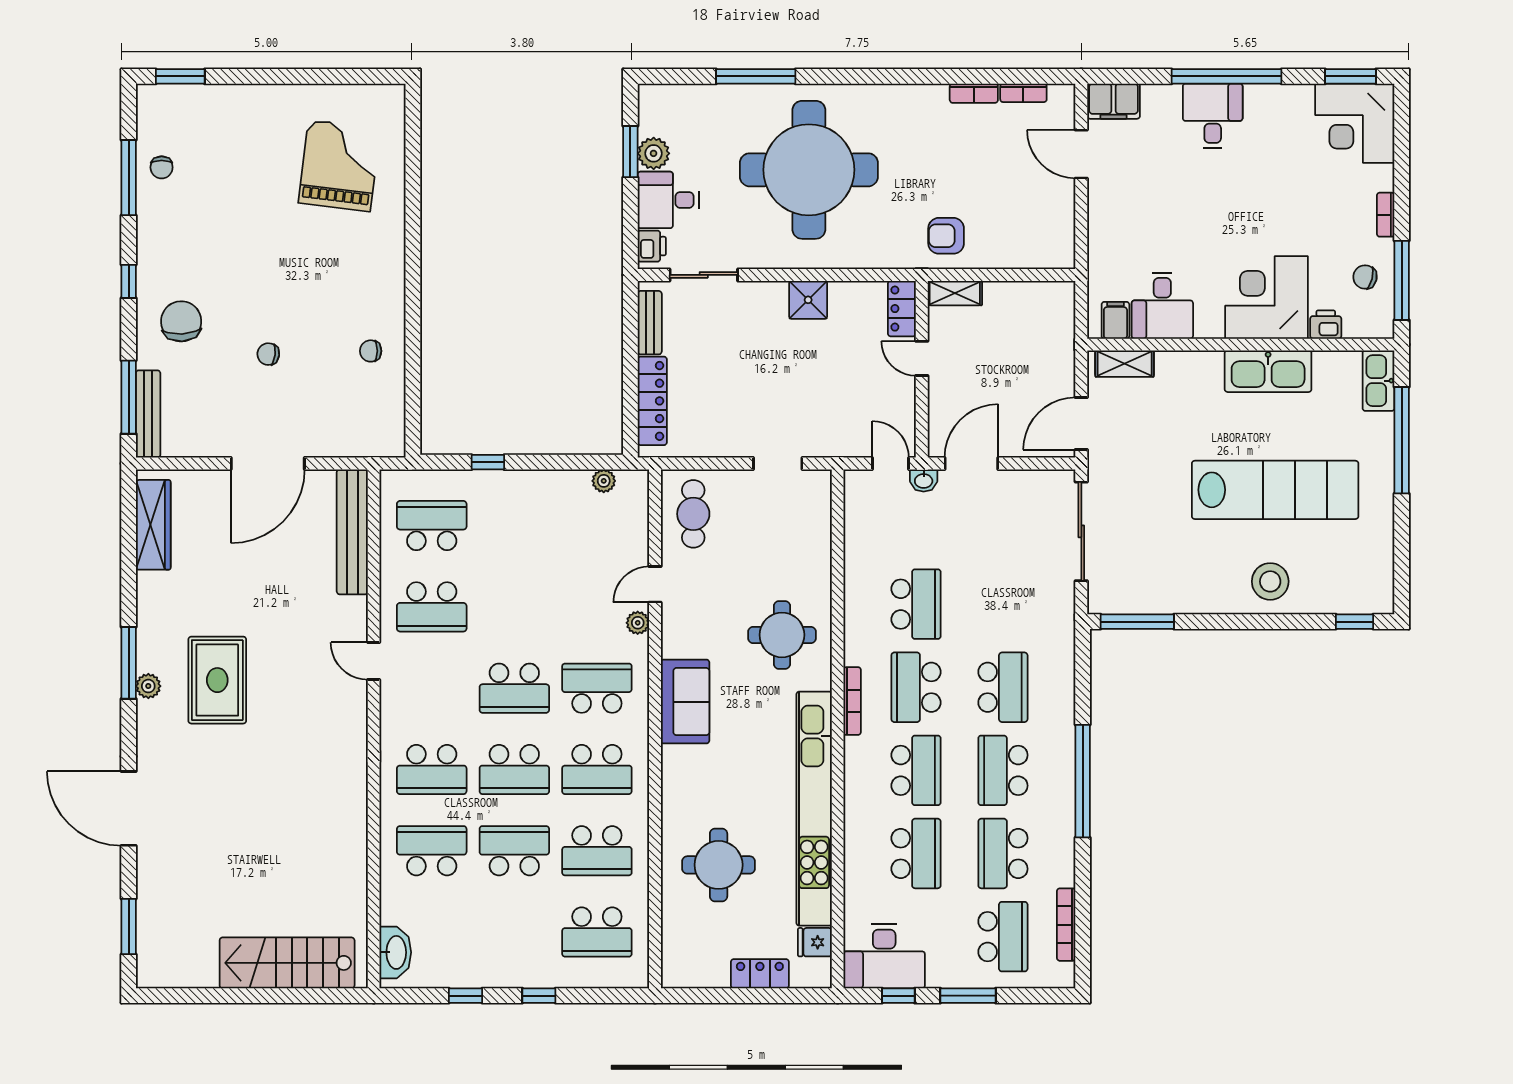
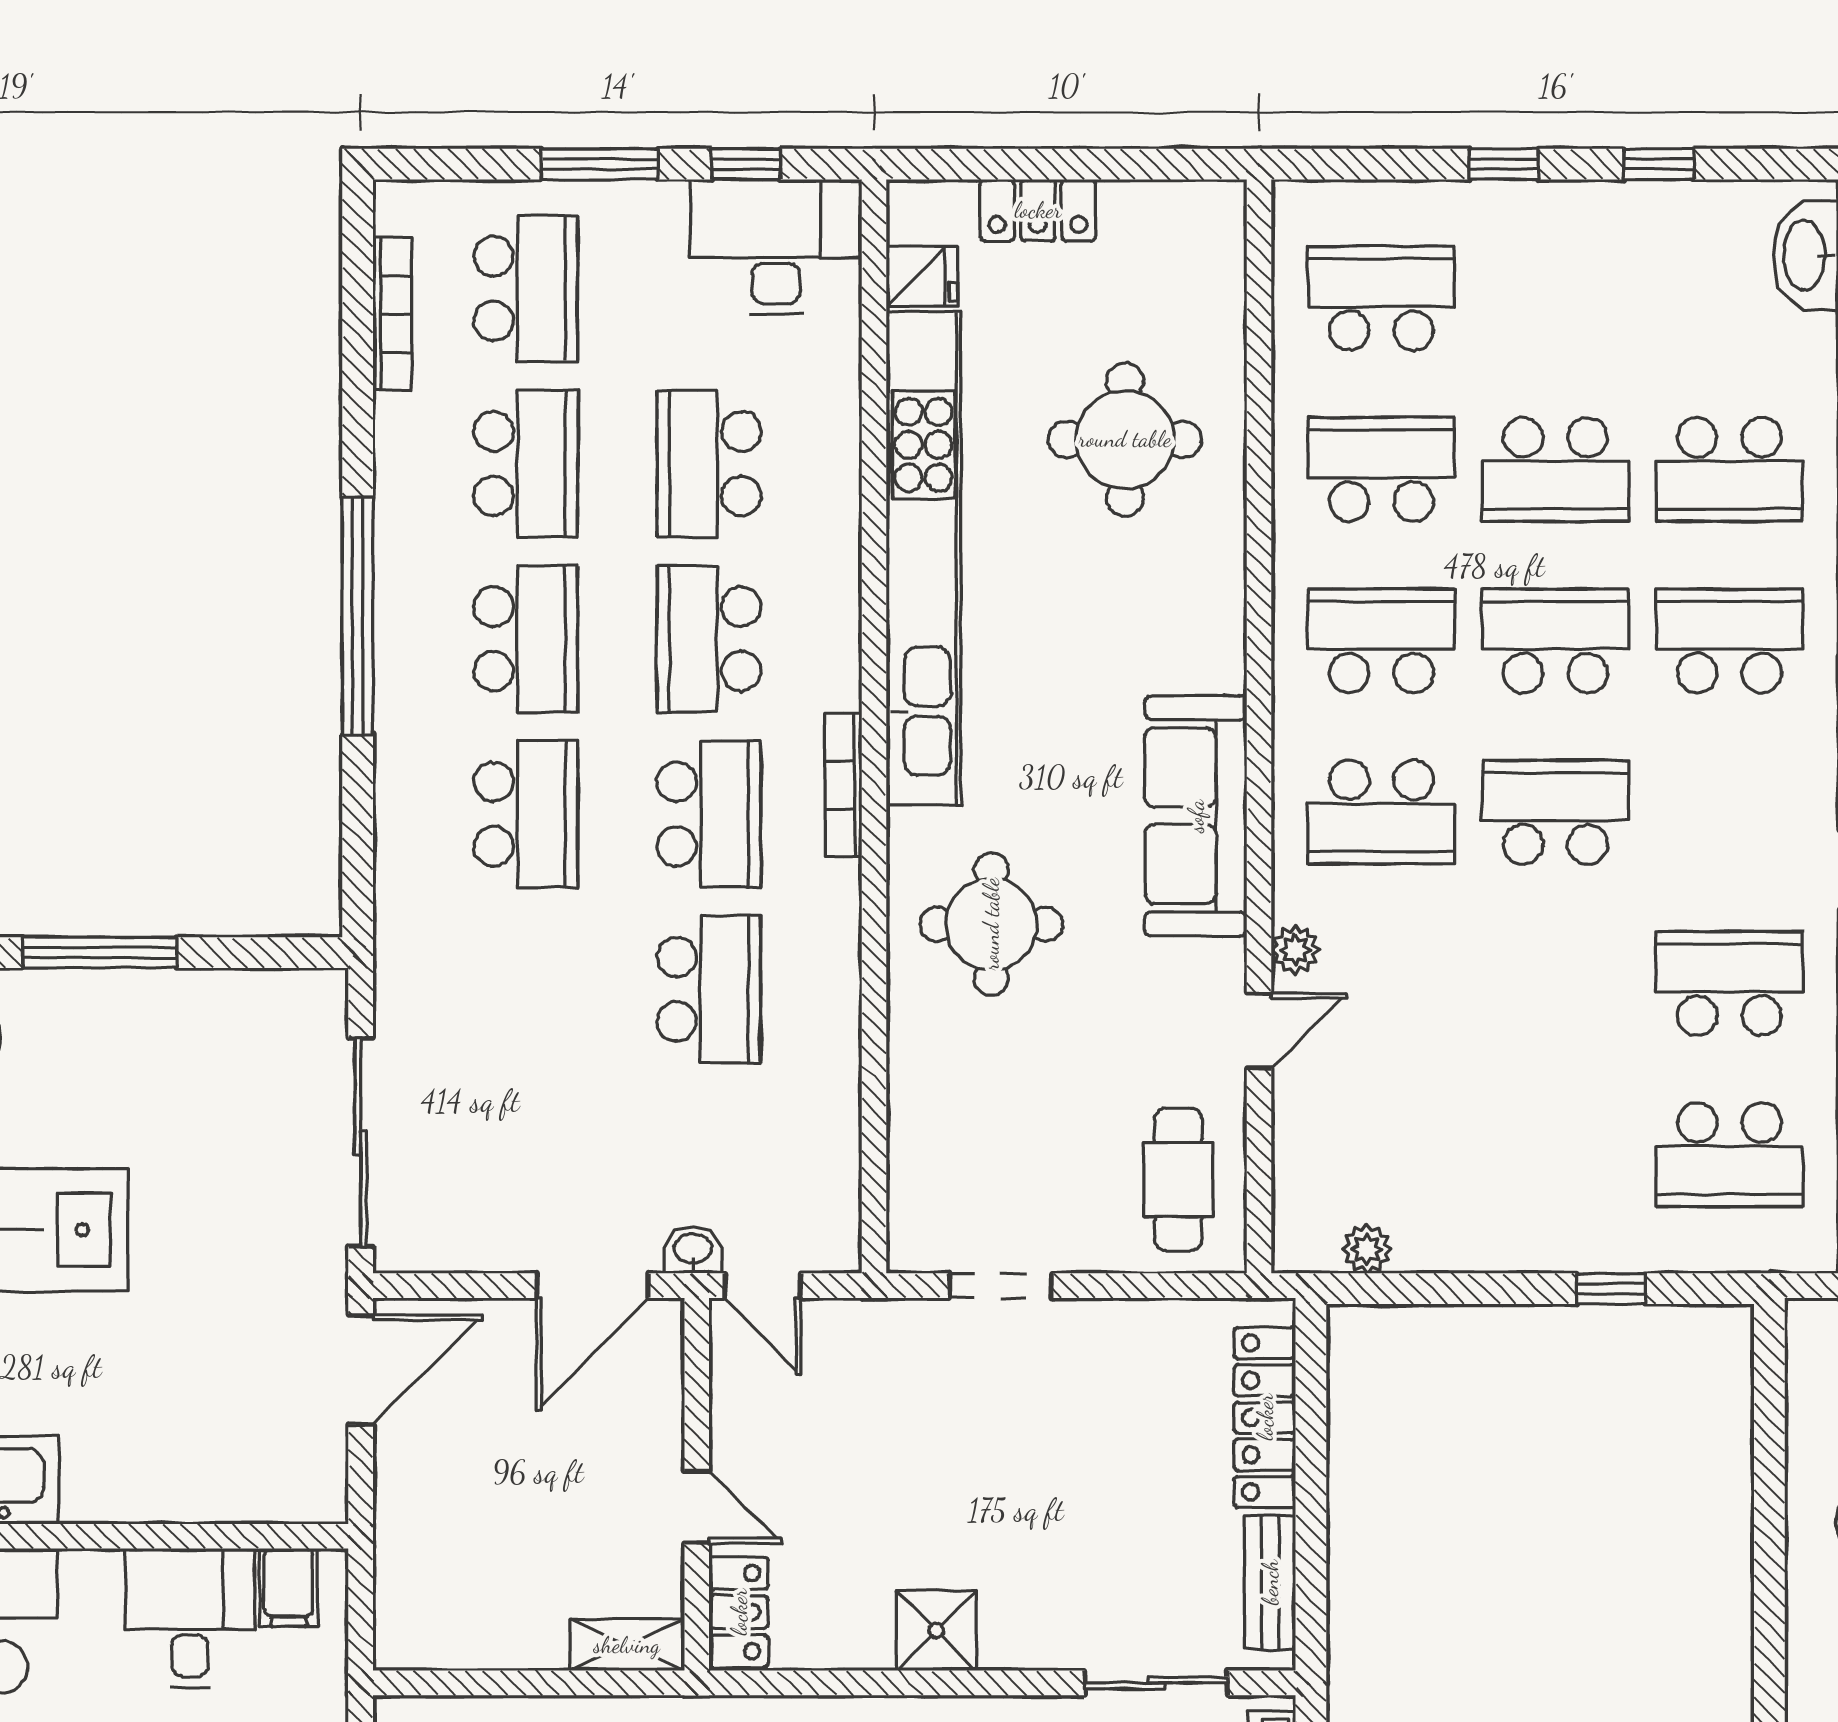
shelving: (1125, 364) -> (269, 1496), removed
school desk: (916, 604) -> (709, 989), turned 180
window: (1137, 622) -> (100, 953), moved
school desk: (1003, 687) -> (526, 814), turned 180
sofa: (685, 702) -> (1196, 816), width x1.36
school desk: (1003, 937) -> (526, 289), turned 180

